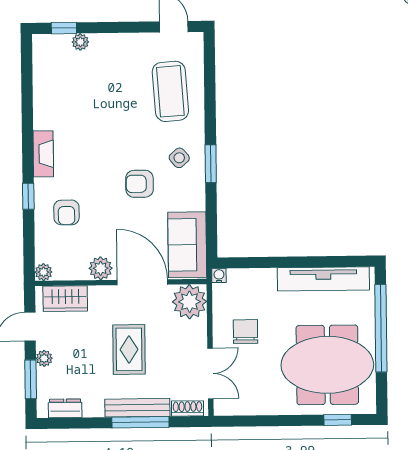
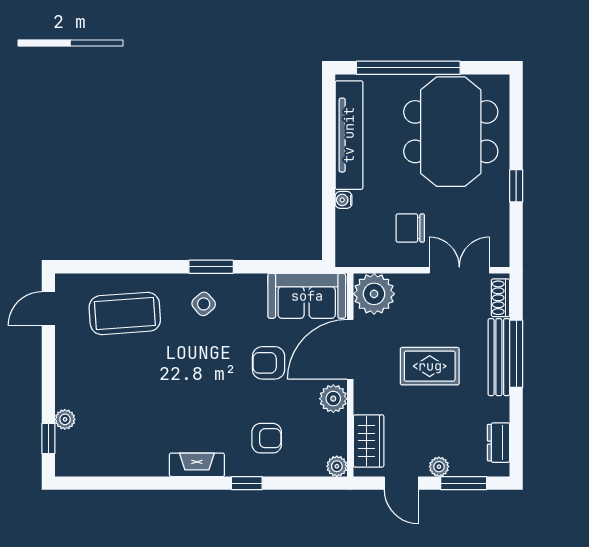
armchair: (140, 184) -> (269, 363), moved, turned 90
water cooler: (219, 276) -> (344, 200), moved
window: (338, 420) -> (516, 186), moved

